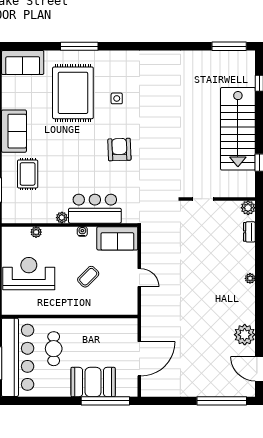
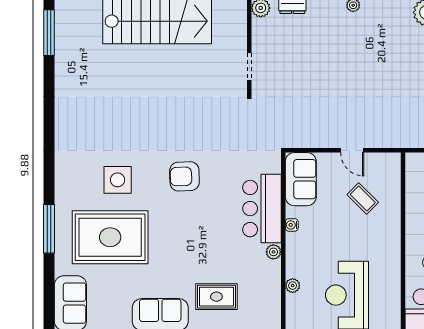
side table: (117, 98) -> (118, 180), width x1.87, depth x1.87
coffee table: (88, 277) -> (363, 198), moved
door: (139, 278) -> (352, 150), swing flipped

